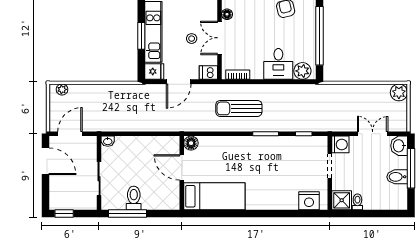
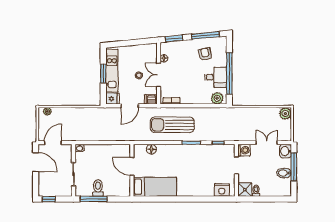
desk: (278, 64) -> (216, 77), moved, turned -90
sun lounger: (239, 108) -> (172, 125), width x1.36, depth x1.34
floor lamp: (191, 143) -> (151, 149), moved

